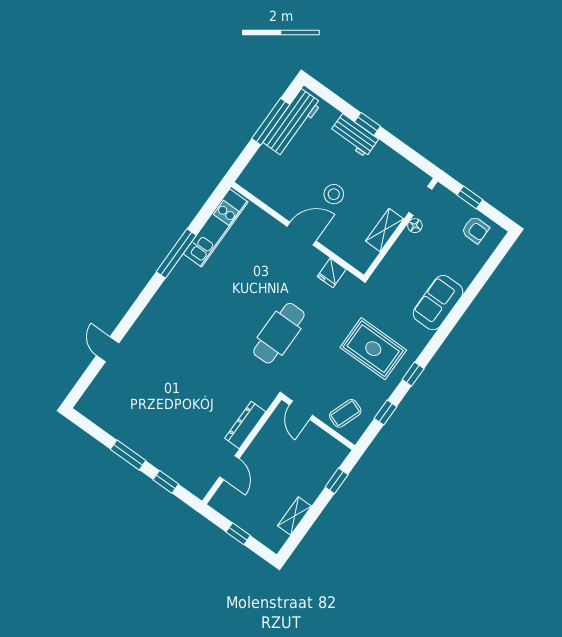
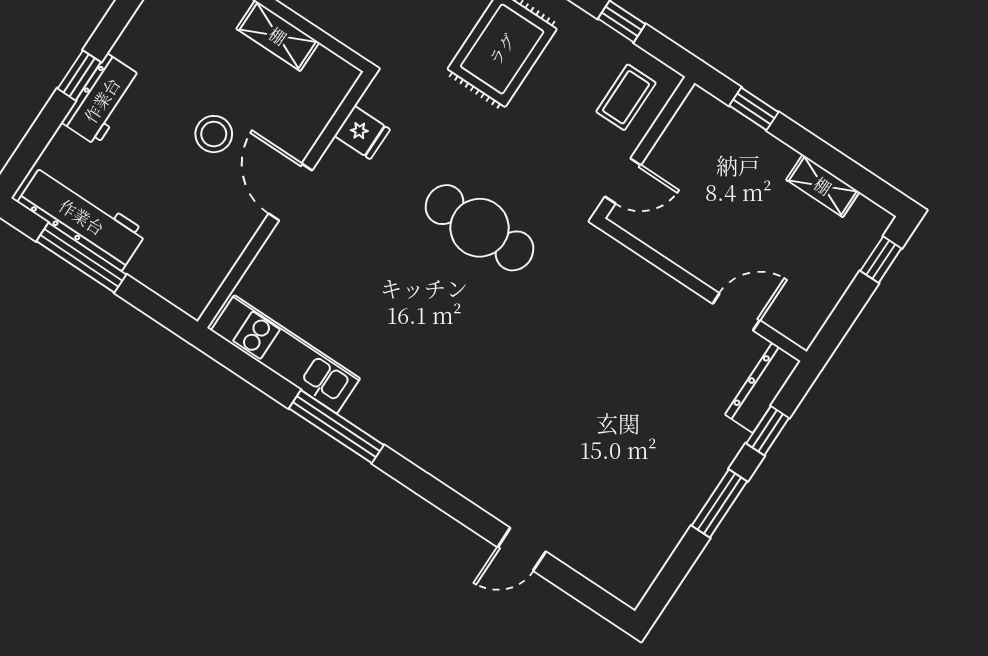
coffee table: (345, 413) -> (626, 97), turned 70
dresser: (245, 425) -> (763, 388), moved, turned 90
window: (238, 534) -> (881, 260), moved

